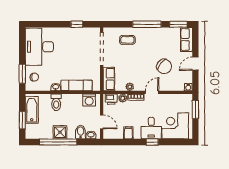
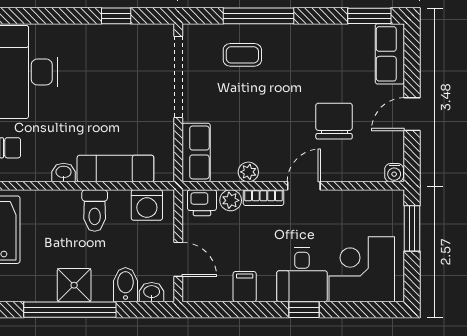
window: (147, 24) -> (259, 16), moved
chair: (164, 66) -> (334, 121), turned -129
toilet: (56, 102) -> (95, 211), moved

